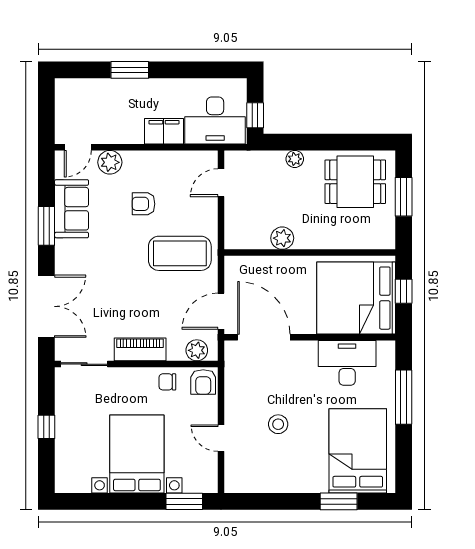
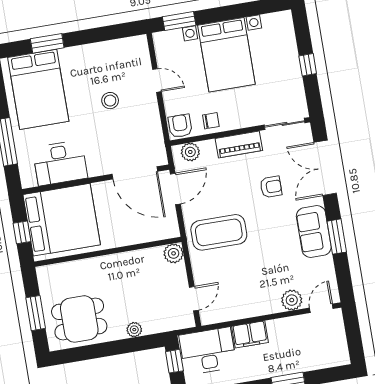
armchair: (143, 204) -> (271, 187), moved
sofa: (72, 209) -> (314, 231), moved
plant: (282, 238) -> (174, 253), moved

